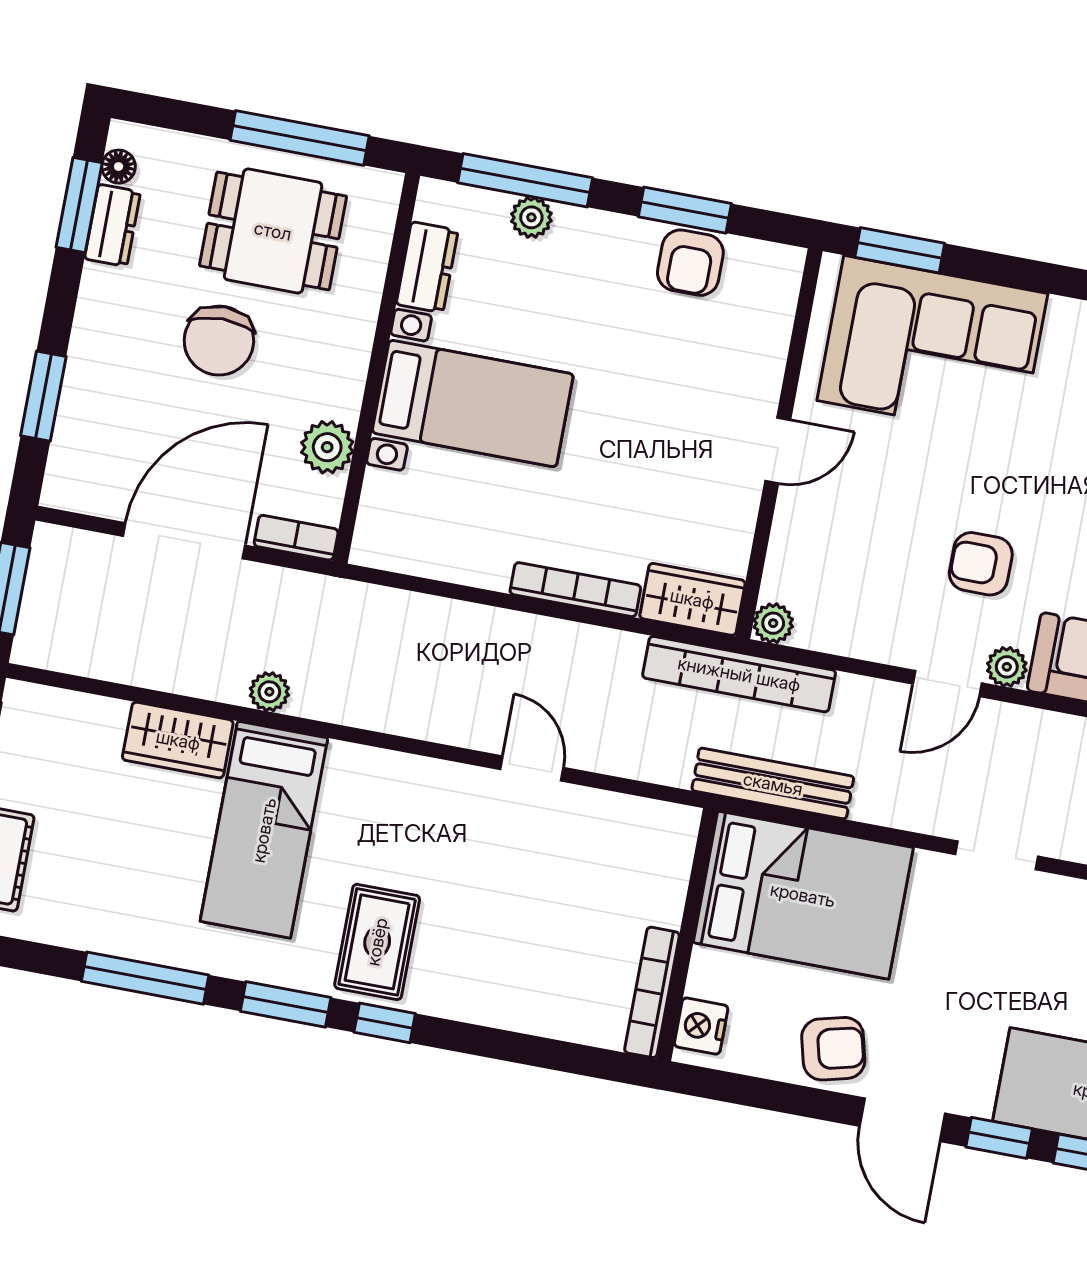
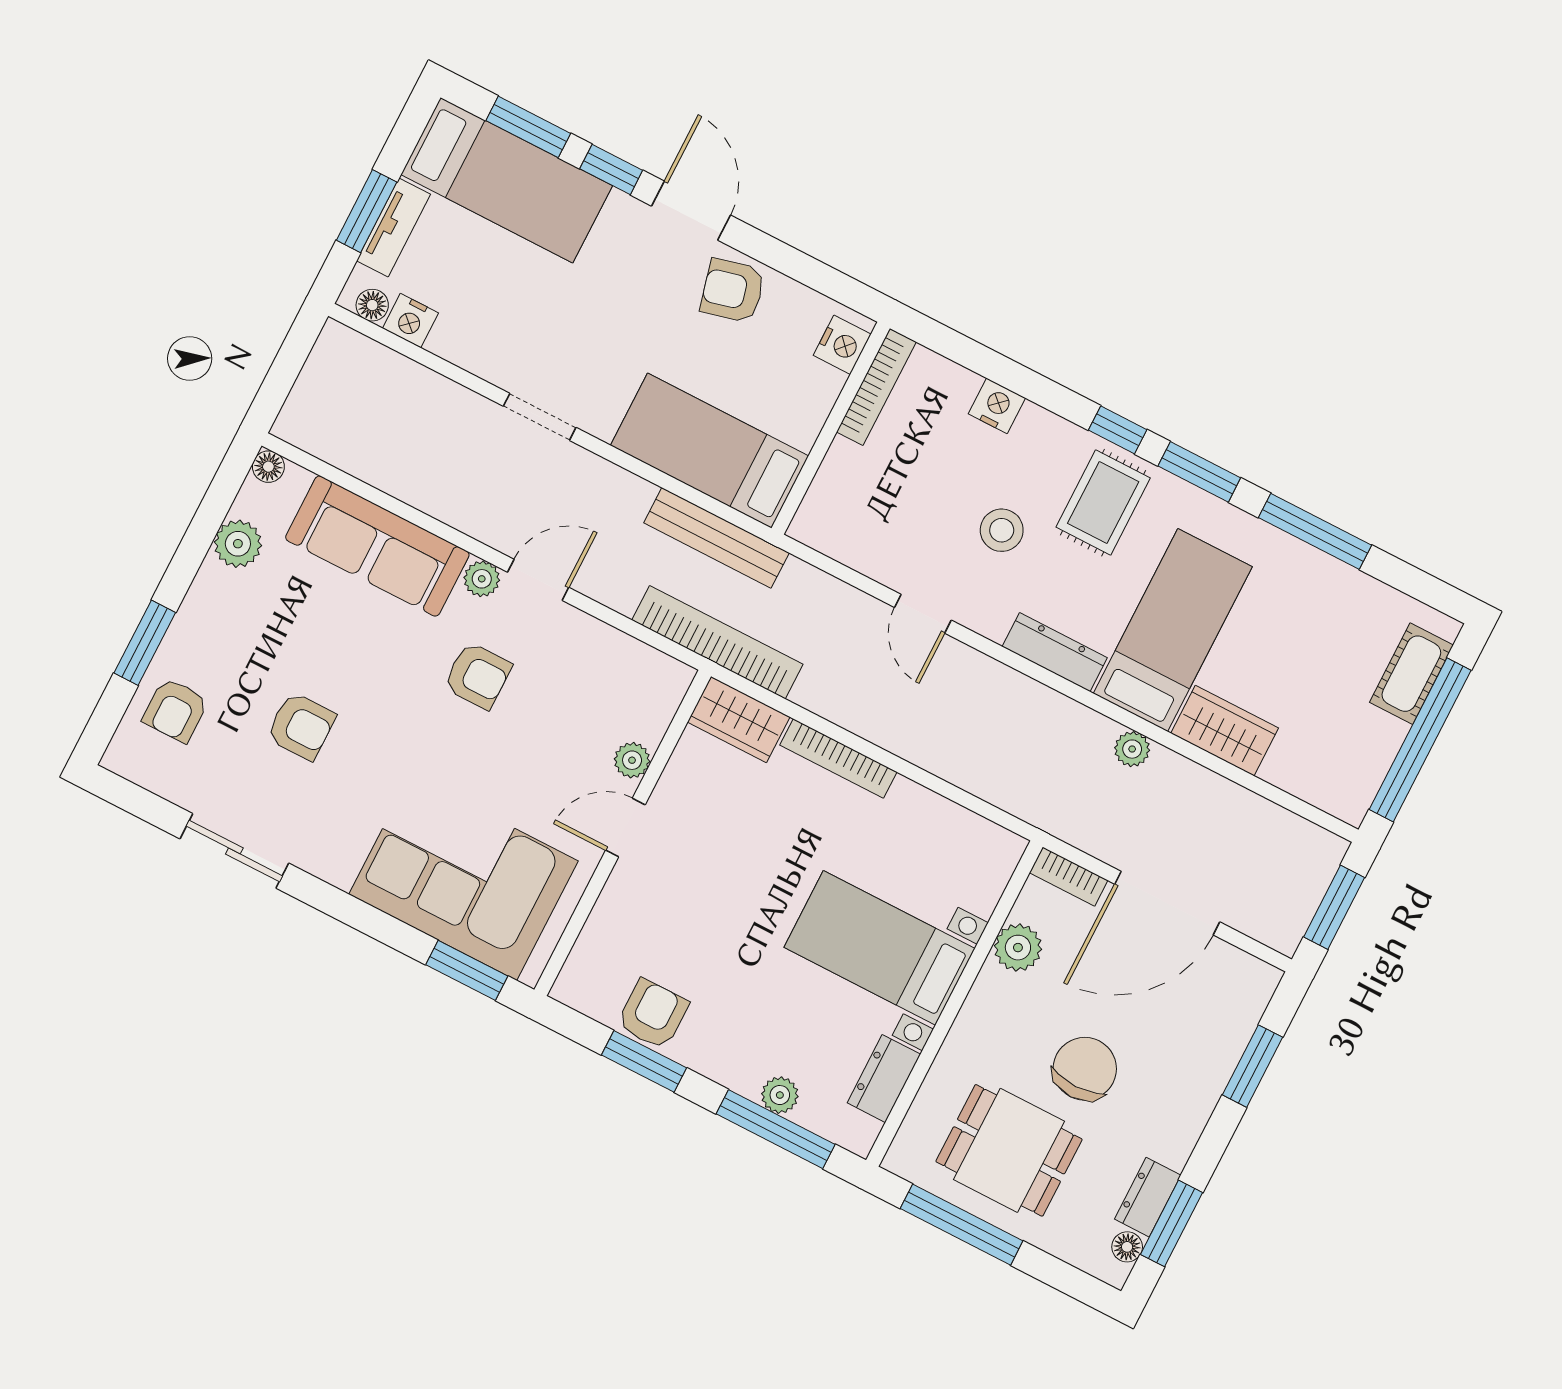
plant: (773, 623) -> (632, 760), moved
dresser: (381, 769) -> (1055, 652), added
stool: (475, 881) -> (1002, 530), added
bed: (803, 895) -> (710, 451), width x0.67
nightstand: (519, 1010) -> (997, 406), added

